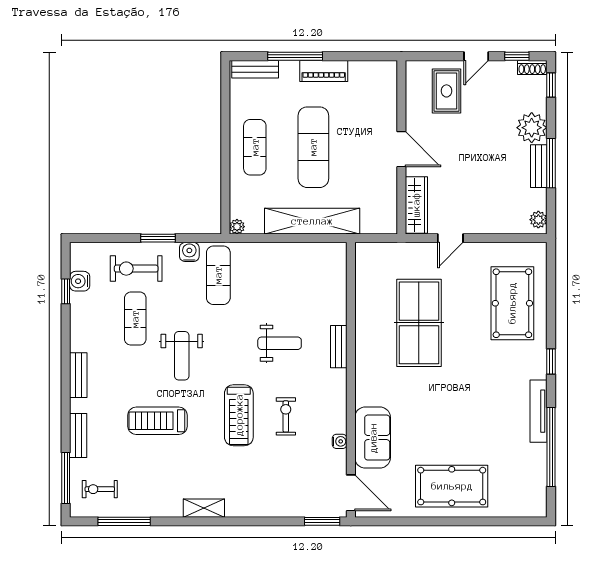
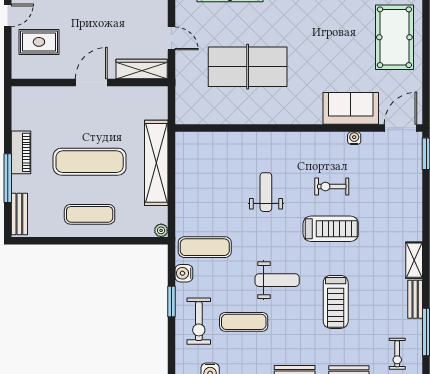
door: (476, 56) -> (8, 15), hinge flipped
bench: (339, 347) -> (415, 299), moved, turned 90

